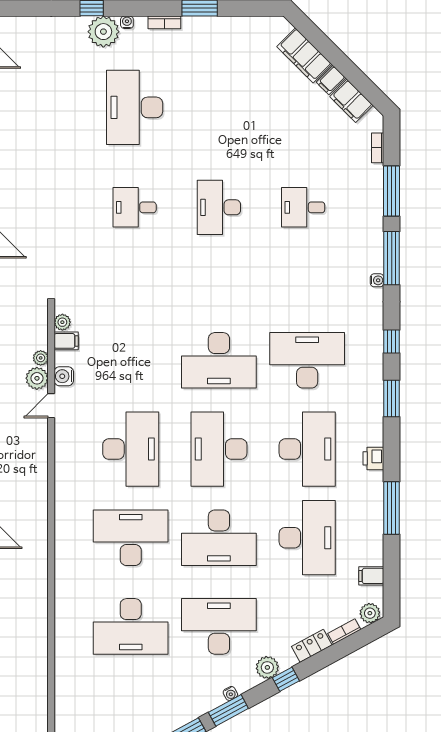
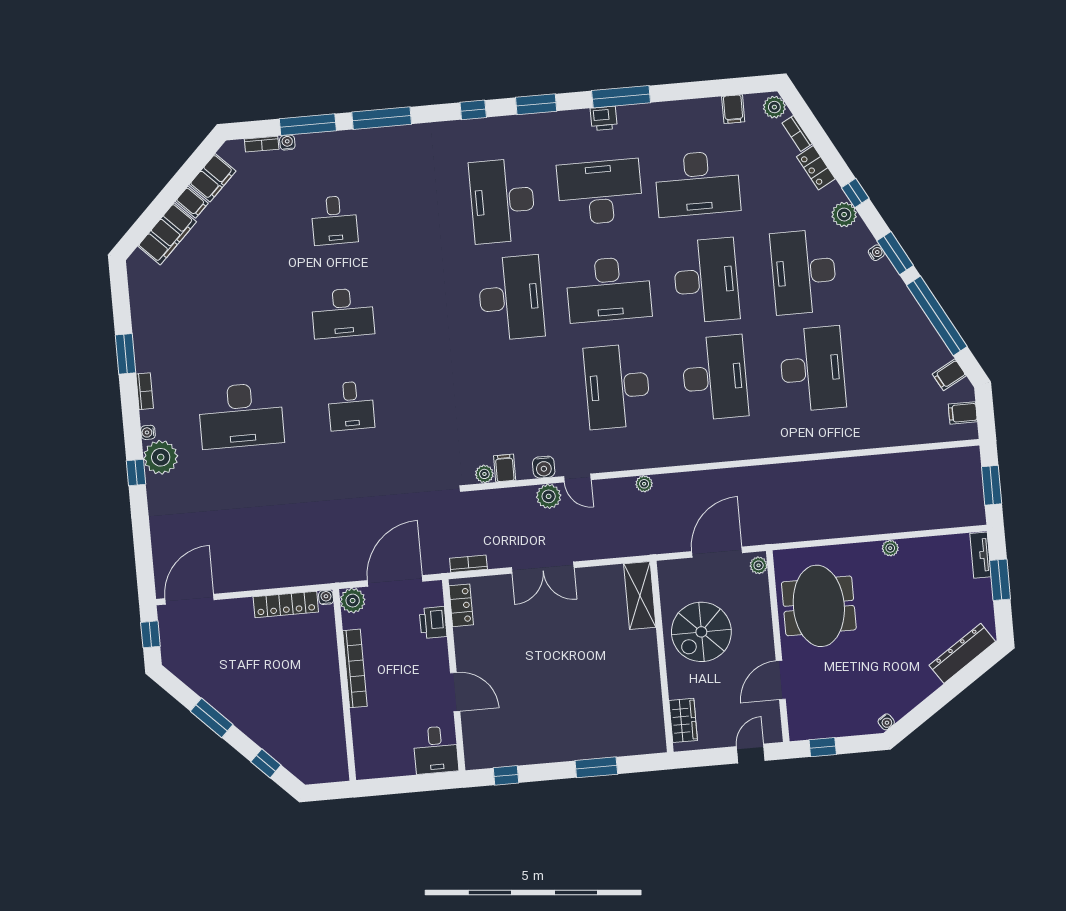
water cooler: (377, 280) -> (287, 143), moved
plant: (41, 358) -> (644, 484), moved
desk: (131, 449) -> (617, 386), turned -90
window: (392, 508) -> (621, 97), moved
desk: (131, 538) -> (715, 378), turned 180
desk: (307, 538) -> (697, 183), turned 180

